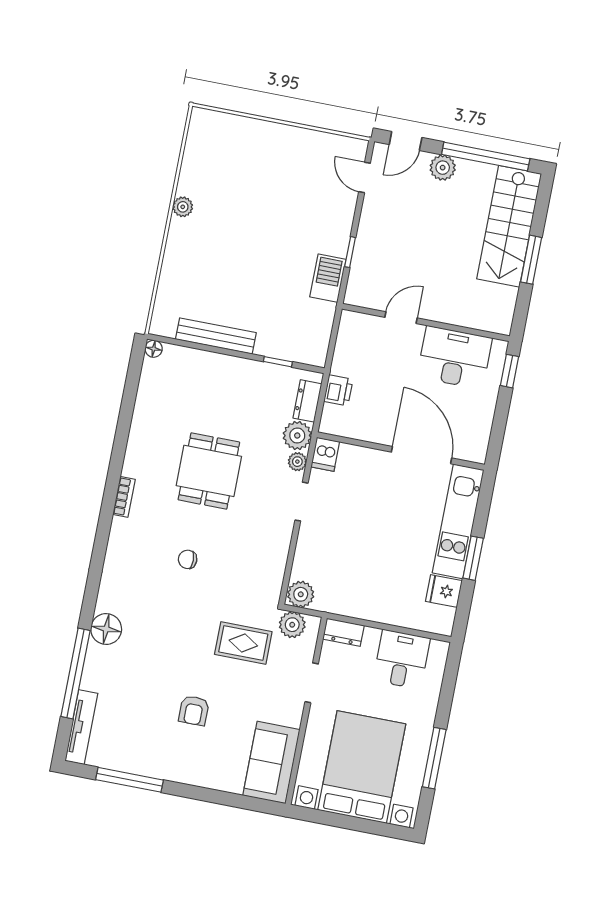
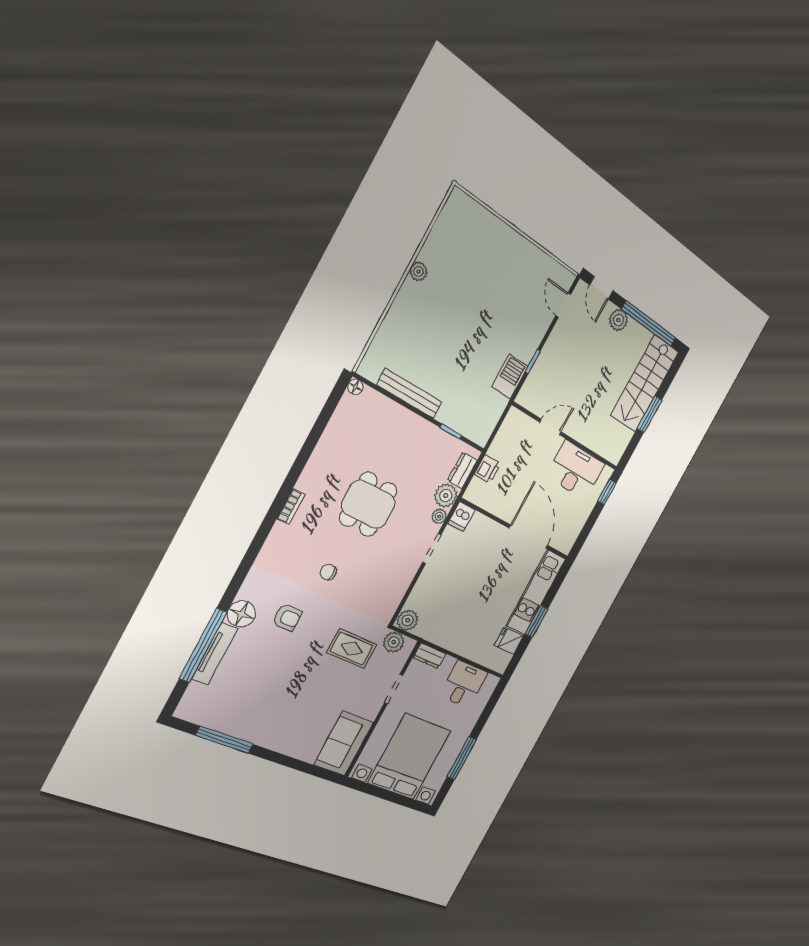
door: (406, 141) -> (601, 288), hinge flipped
armchair: (194, 710) -> (287, 617), moved, turned -90
tv unit: (81, 727) -> (215, 654), moved

